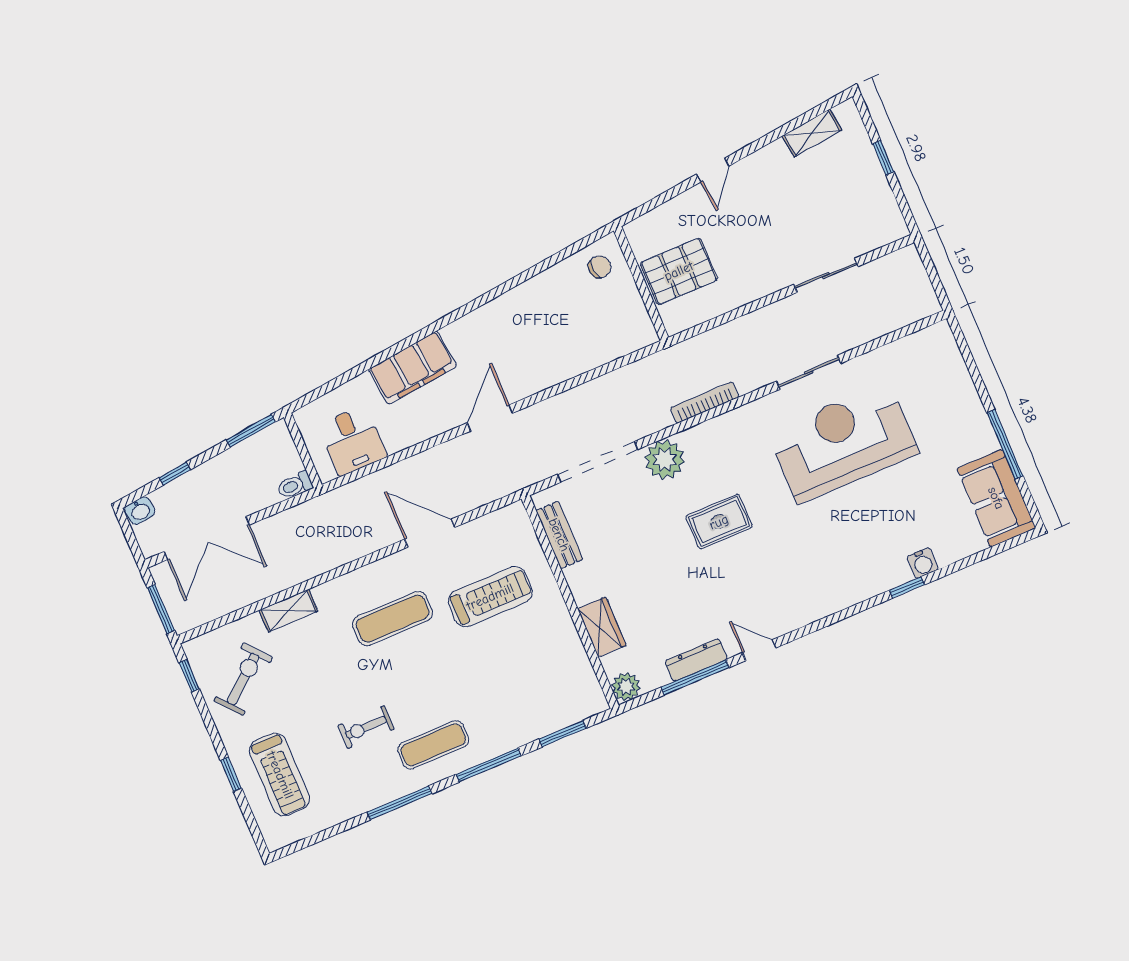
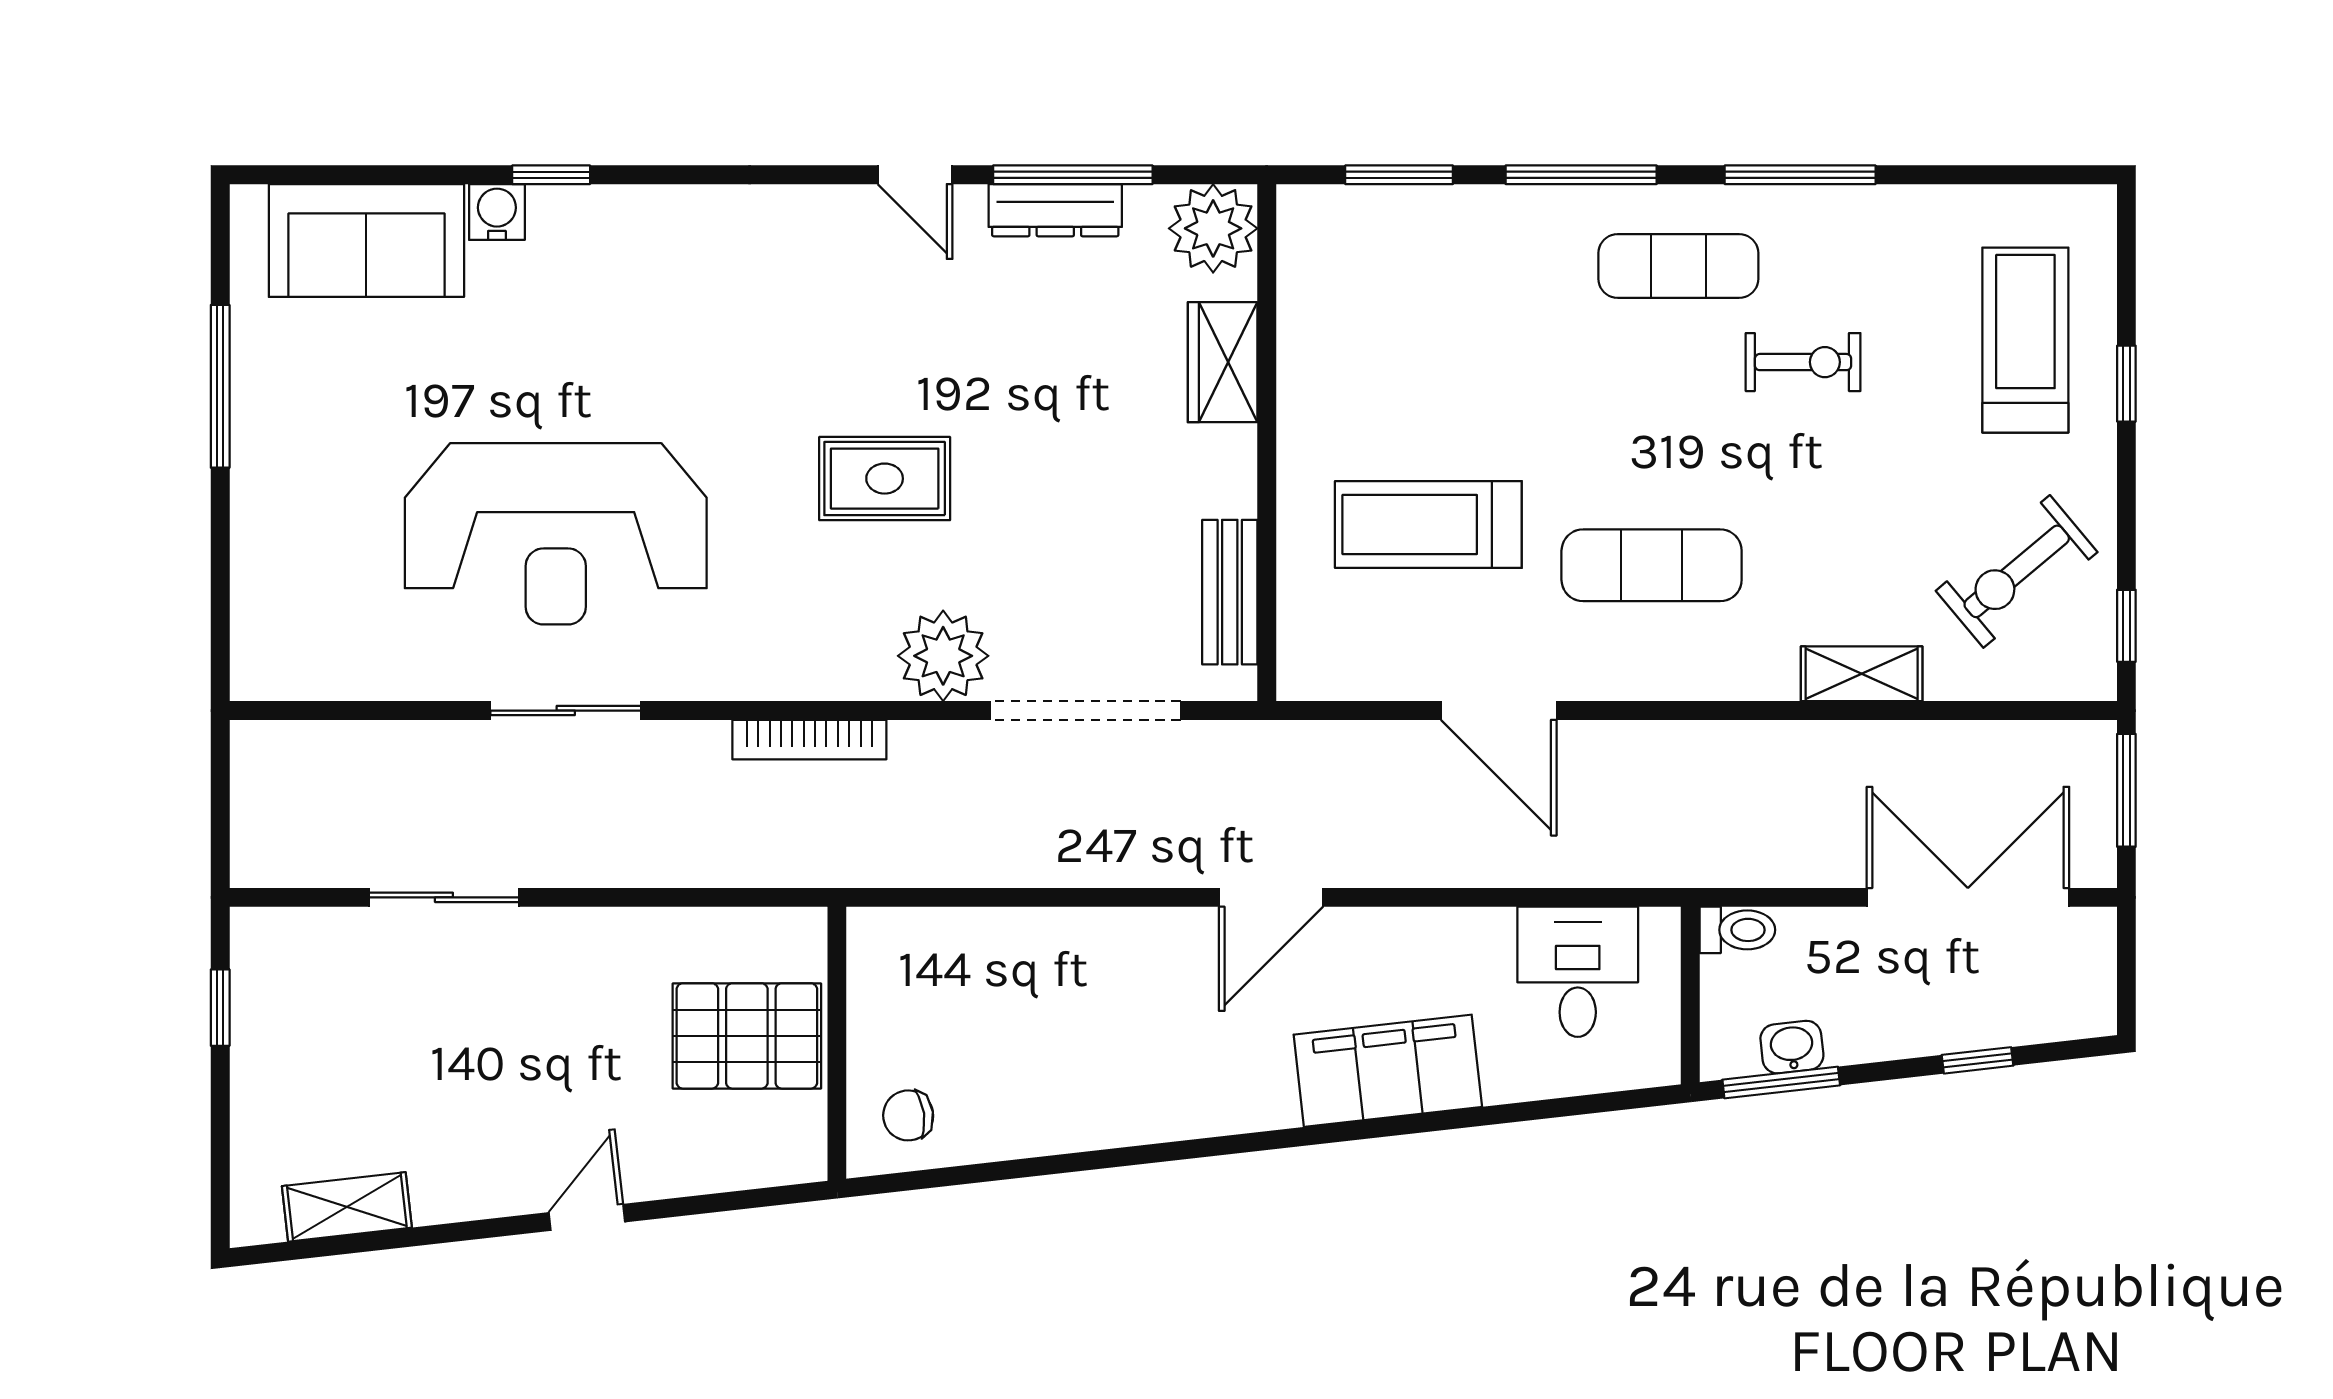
window: (883, 158) -> (220, 1008), moved
sofa: (996, 498) -> (366, 241), moved, turned 90
washbasin: (140, 511) -> (1792, 1047), moved
plant: (626, 687) -> (1213, 228), width x1.36, depth x1.36

